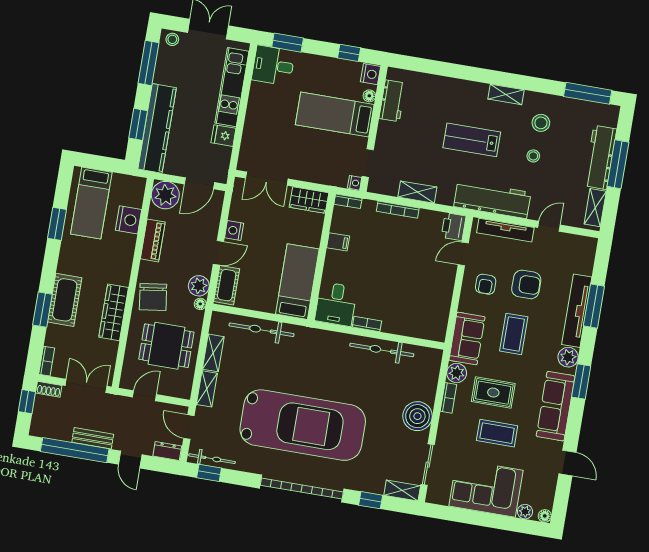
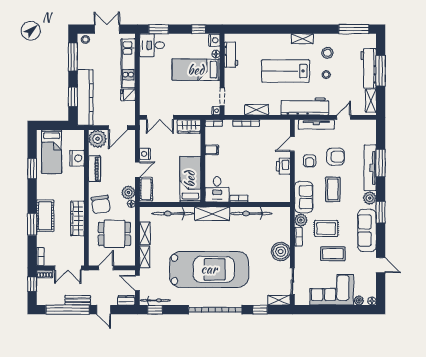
lab bench: (472, 140) -> (285, 71), width x1.36, depth x1.39
printer: (454, 227) -> (283, 166), moved
shelving: (322, 340) -> (212, 214), added
double door: (86, 386) -> (68, 268), swing flipped

